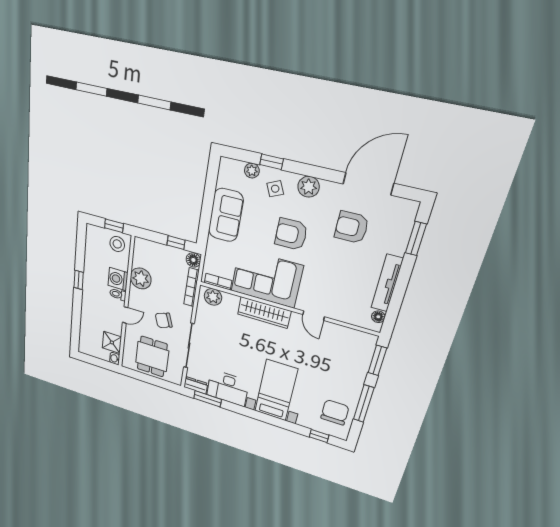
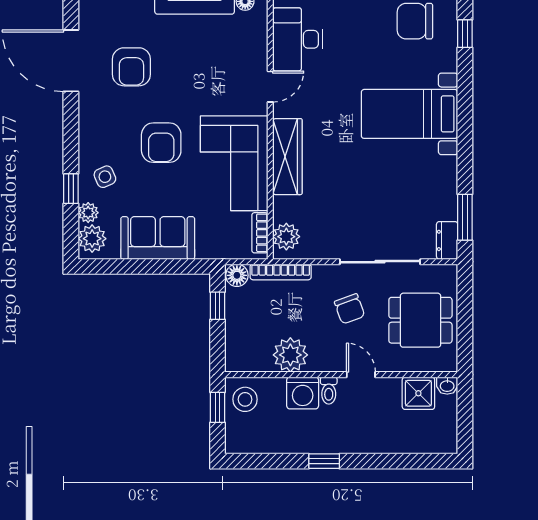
plant: (309, 187) -> (92, 239), moved
desk: (228, 388) -> (298, 39), moved, turned 180

